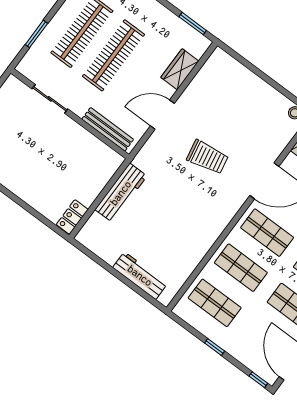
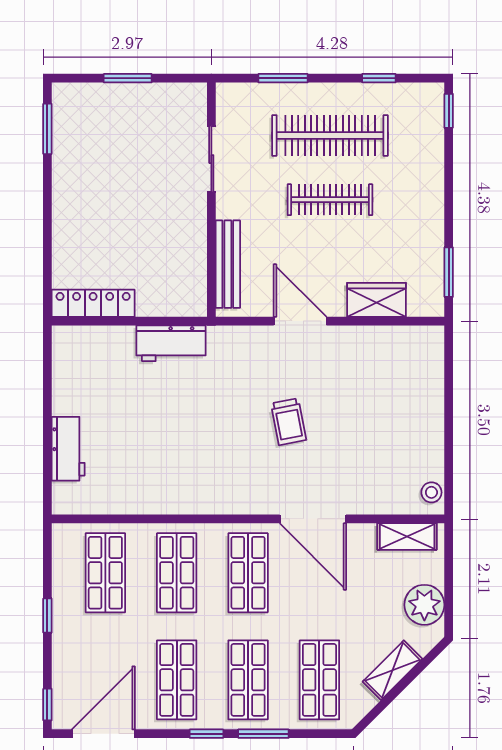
clothes rail: (113, 55) -> (330, 200), width x0.73, depth x0.76
trolley: (208, 157) -> (289, 422), width x0.73, depth x0.72
workbench: (121, 193) -> (171, 343), width x0.73
locker: (72, 217) -> (93, 303), width x1.53
workbench: (140, 276) -> (68, 449), width x0.73

